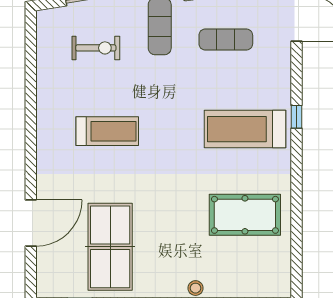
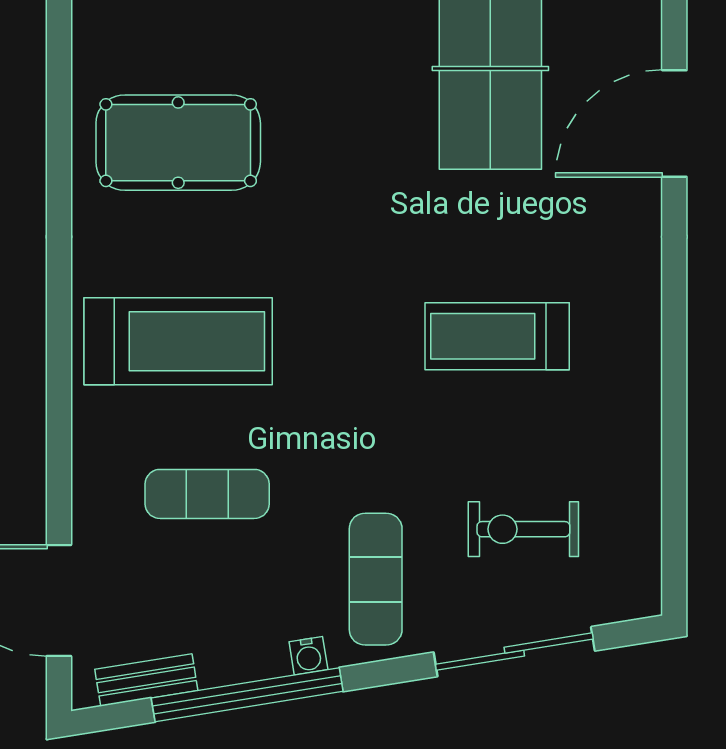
exercise mat: (226, 40) -> (207, 494), moved
window: (296, 117) -> (59, 370), removed

